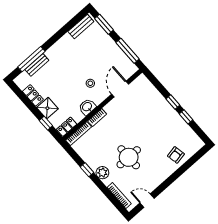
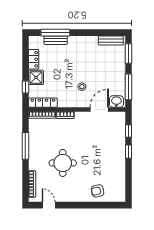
washbasin: (87, 107) -> (116, 101), moved
window: (186, 117) -> (129, 131), moved
locker: (67, 127) -> (43, 103), width x1.53
window: (87, 170) -> (25, 146), width x2.17
plant: (102, 173) -> (35, 157), removed

